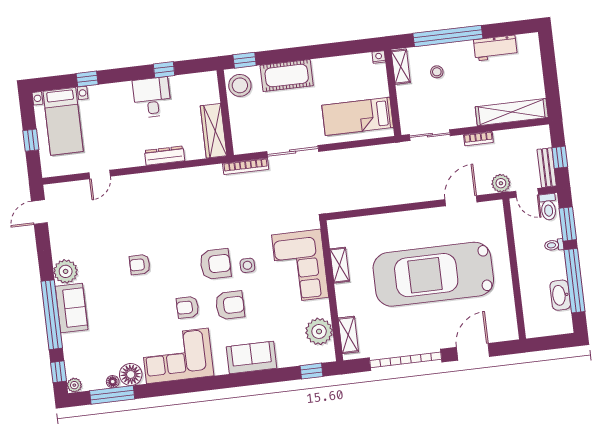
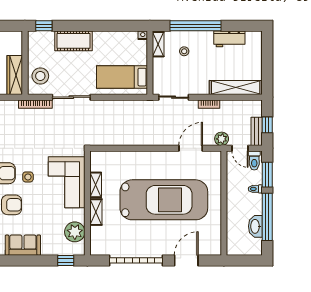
stool: (240, 85) -> (40, 76), moved
car: (433, 274) -> (164, 200), turned 180
shelving: (348, 335) -> (96, 212), moved

